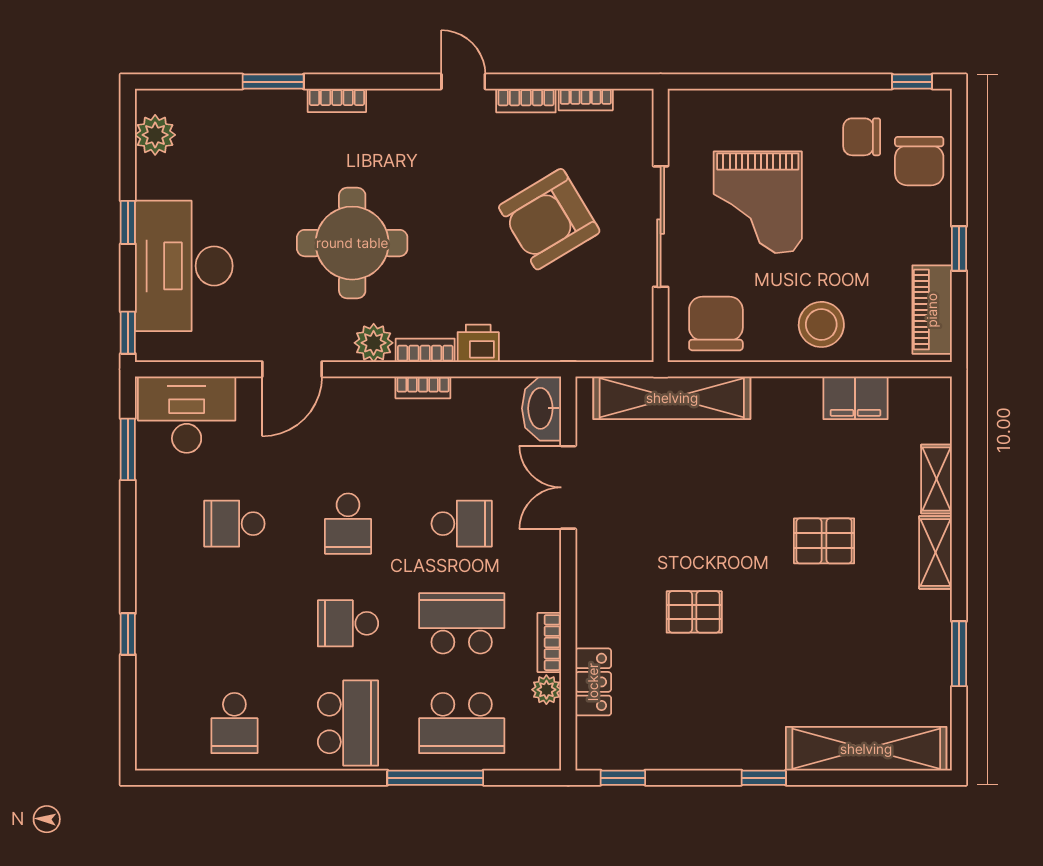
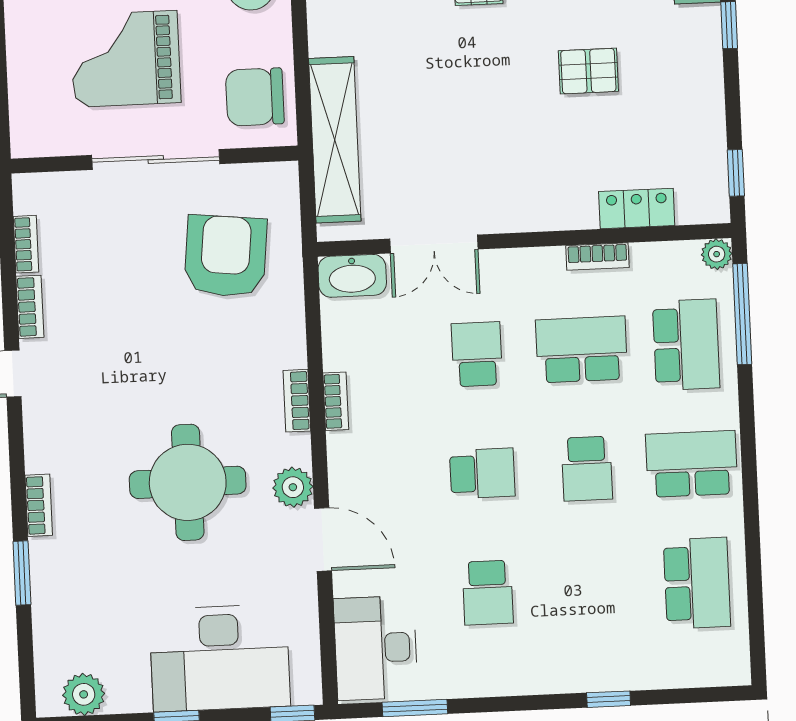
grand piano: (758, 202) -> (126, 59), turned 180
armchair: (549, 219) -> (226, 256), moved, turned -143
plant: (374, 343) -> (293, 487), moved
printer: (478, 343) -> (287, 345), removed
pallet: (694, 612) -> (588, 71), moved, turned 90
school desk: (462, 623) -> (582, 349), turned 90
plant: (546, 690) -> (717, 254), moved
school desk: (234, 723) -> (697, 583), width x1.85
window: (435, 778) -> (742, 314), moved

